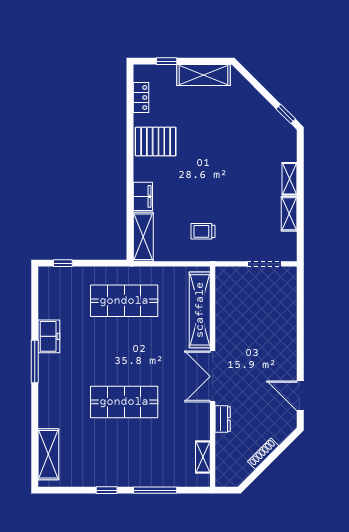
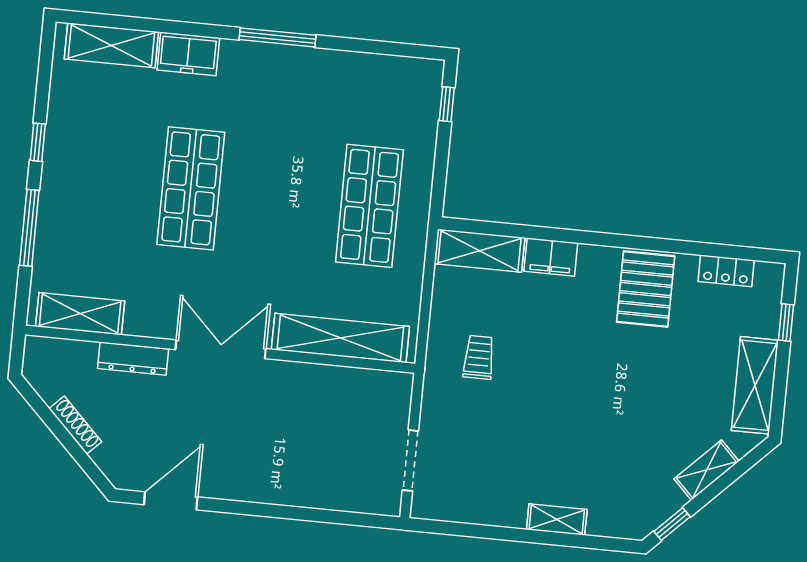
shelving: (289, 214) -> (706, 470), moved, turned -45
freezer: (49, 336) -> (188, 54), moved
dresser: (223, 419) -> (133, 359), width x1.44
shelving: (203, 457) -> (80, 314), width x1.50, depth x1.33

